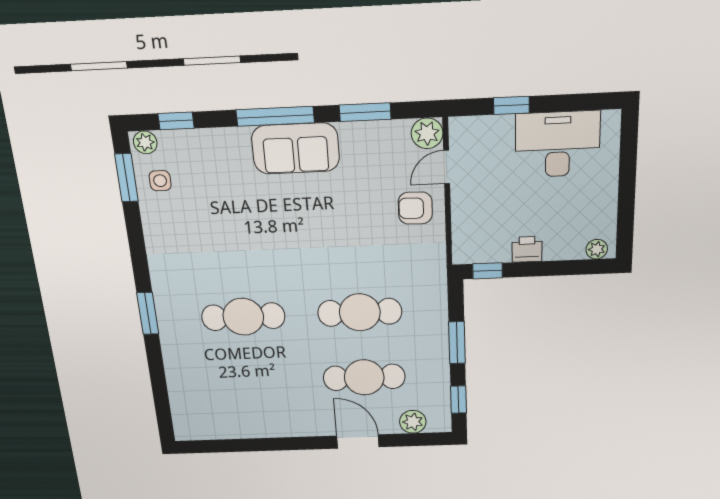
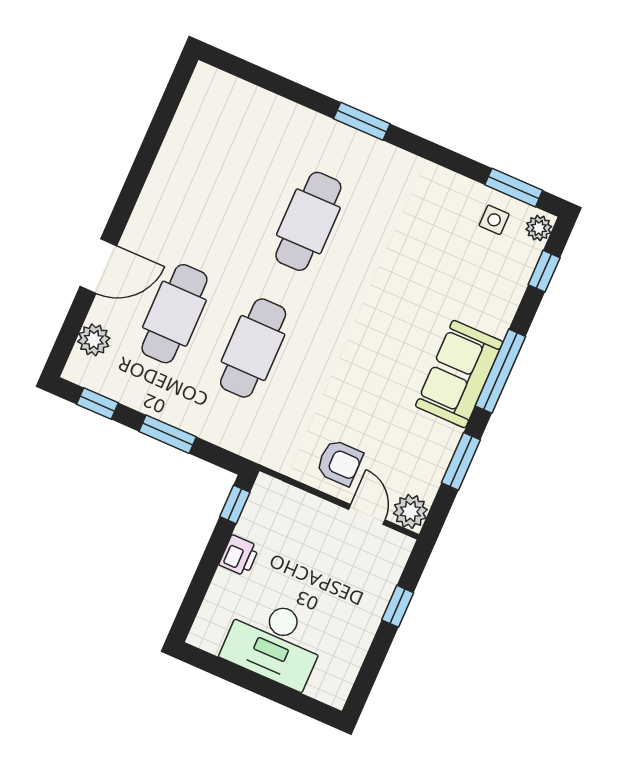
desk: (558, 144) -> (274, 642), moved, turned 90
armchair: (415, 208) -> (339, 463), turned 89
plant: (597, 249) -> (205, 627), removed

